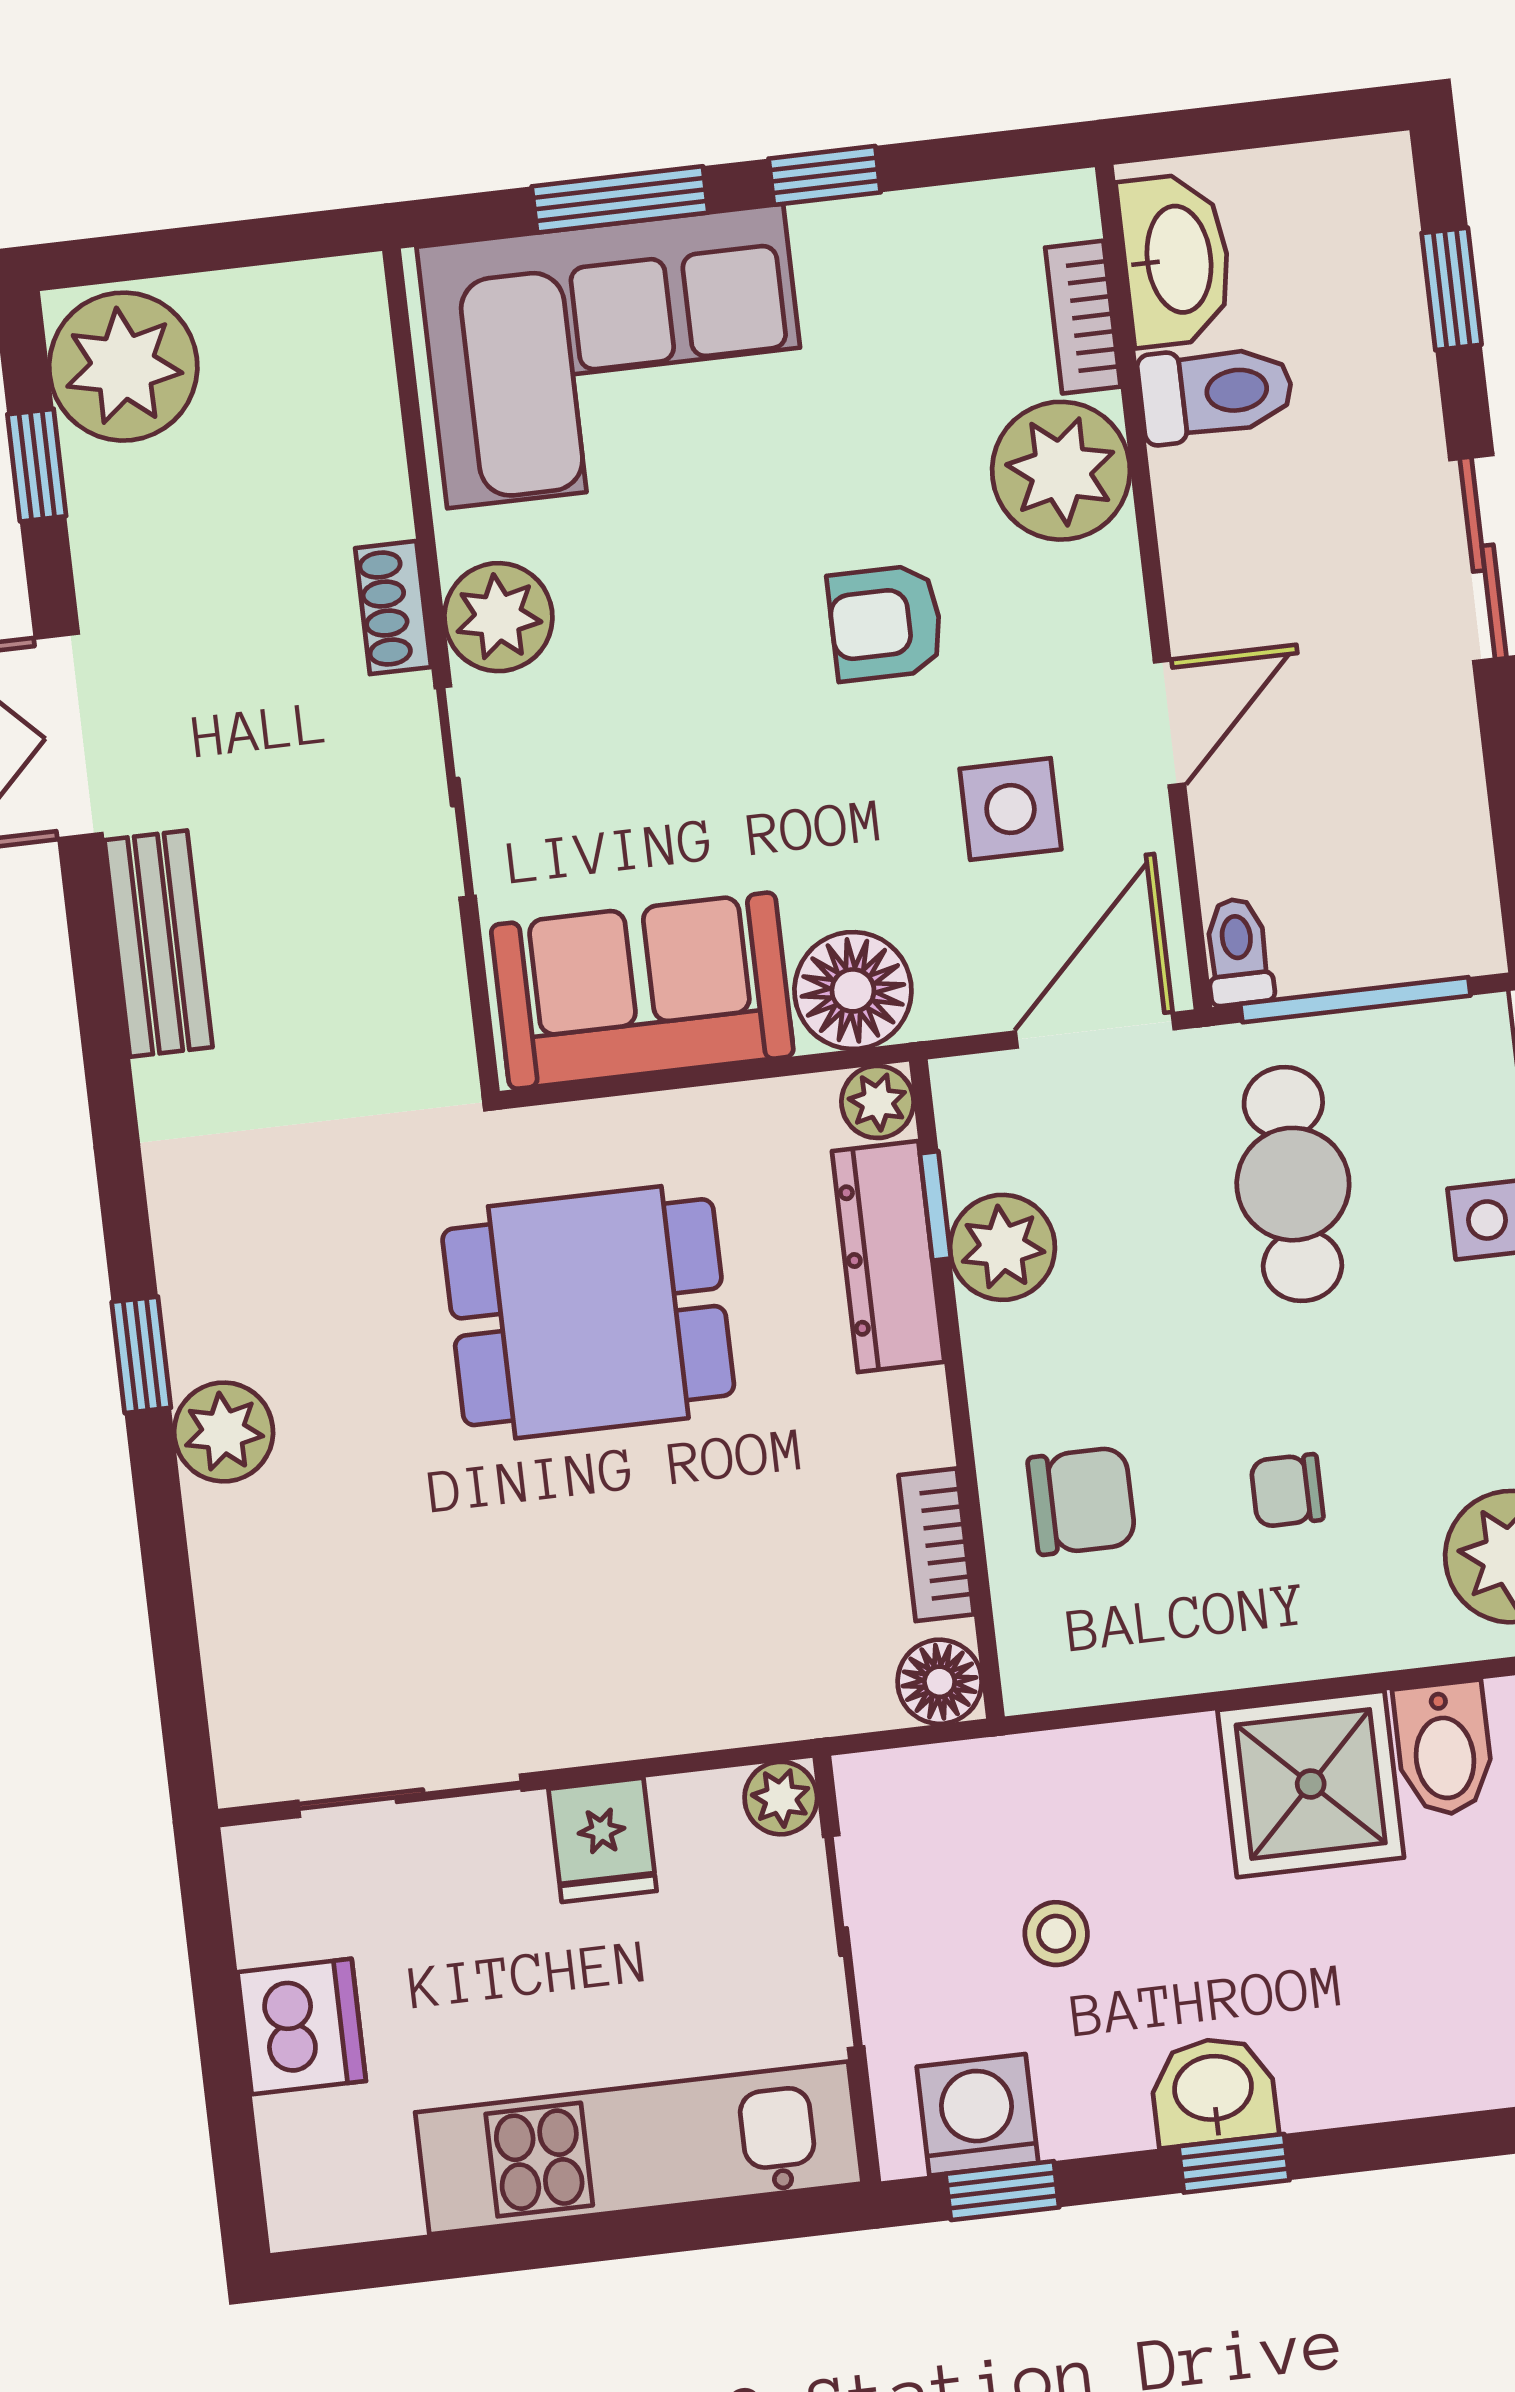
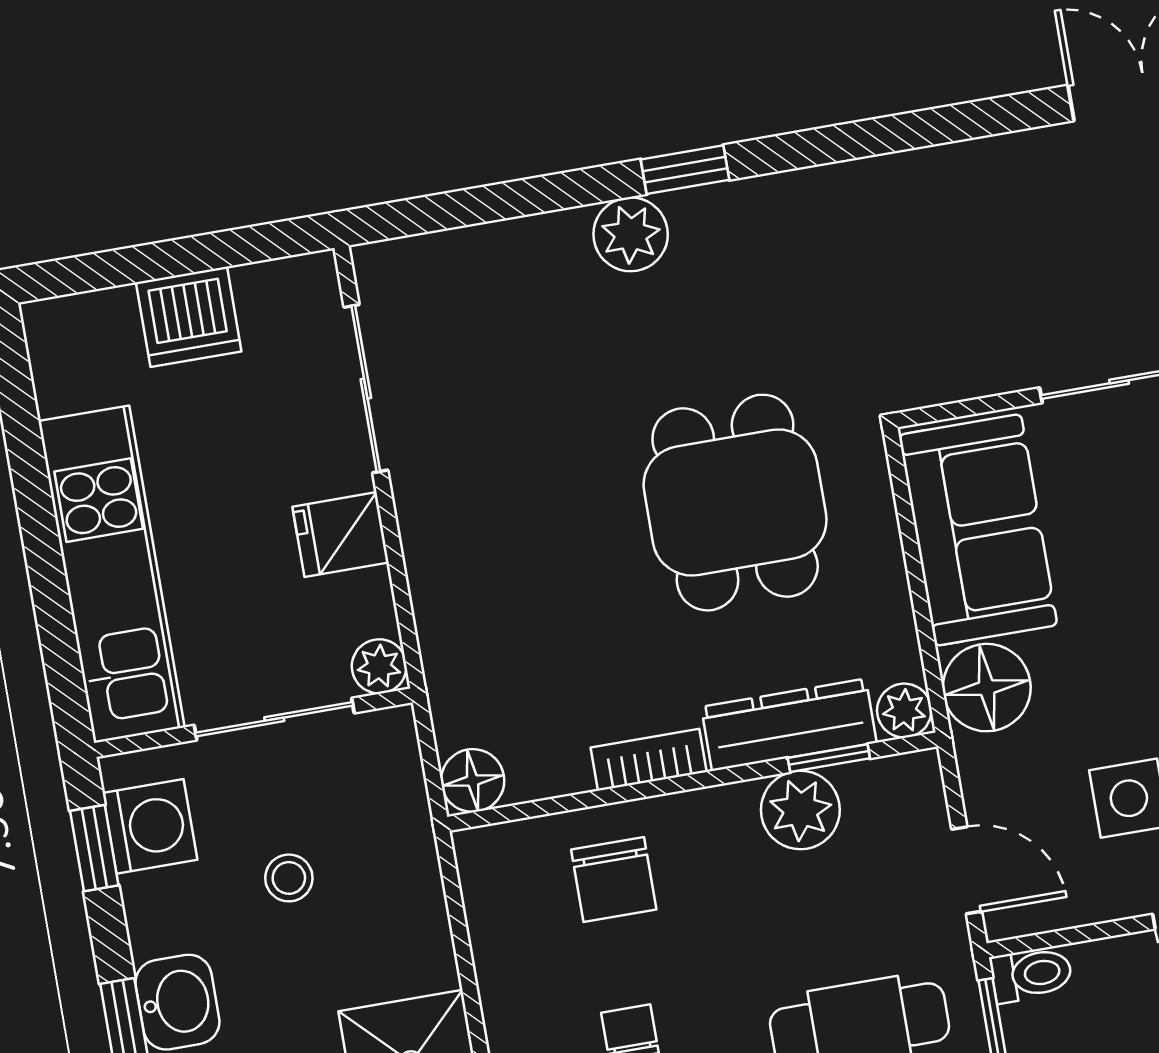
bench: (158, 944) -> (994, 166), removed
door: (1095, 1030) -> (967, 870), width x0.73
bookcase: (936, 1545) -> (649, 760), moved

